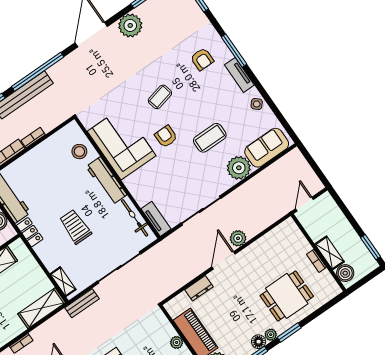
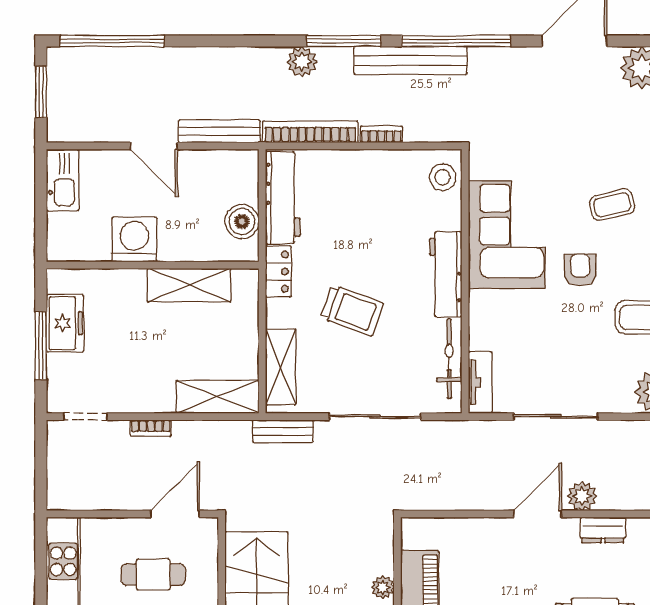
stool: (79, 152) -> (443, 177), moved
trolley: (75, 227) -> (352, 311), turned 110
shelving: (63, 282) -> (281, 367), width x1.50, depth x1.33
dresser: (199, 288) -> (603, 530), moved

